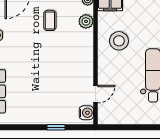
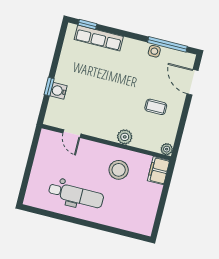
plant: (86, 21) -> (125, 137), moved
water cooler: (86, 113) -> (58, 91), moved, turned 90

